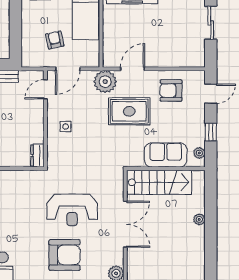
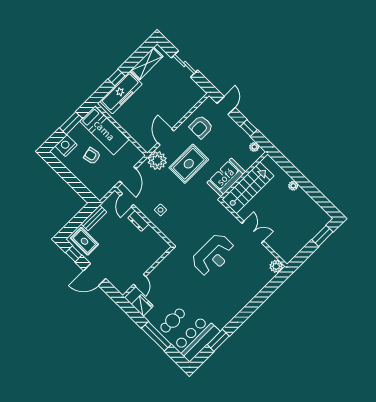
armchair: (55, 40) -> (92, 156), moved
dresser: (37, 155) -> (138, 221), moved
sofa: (166, 155) -> (226, 177), moved
double door: (125, 224) -> (253, 232), width x0.73
armchair: (65, 255) -> (235, 286), removed

